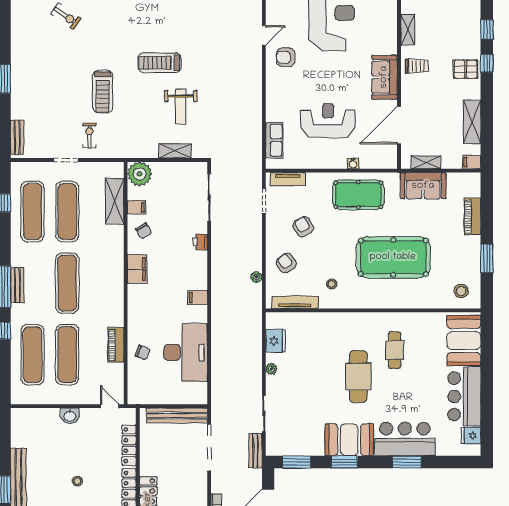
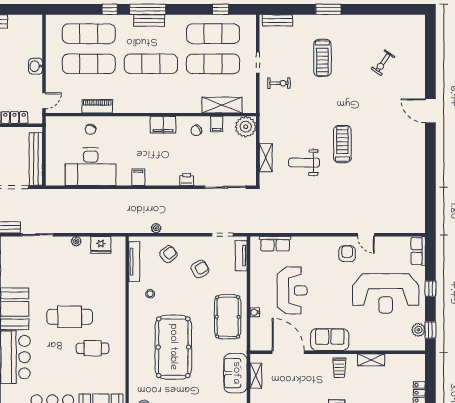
treadmill: (103, 92) -> (322, 58), moved, turned -90

